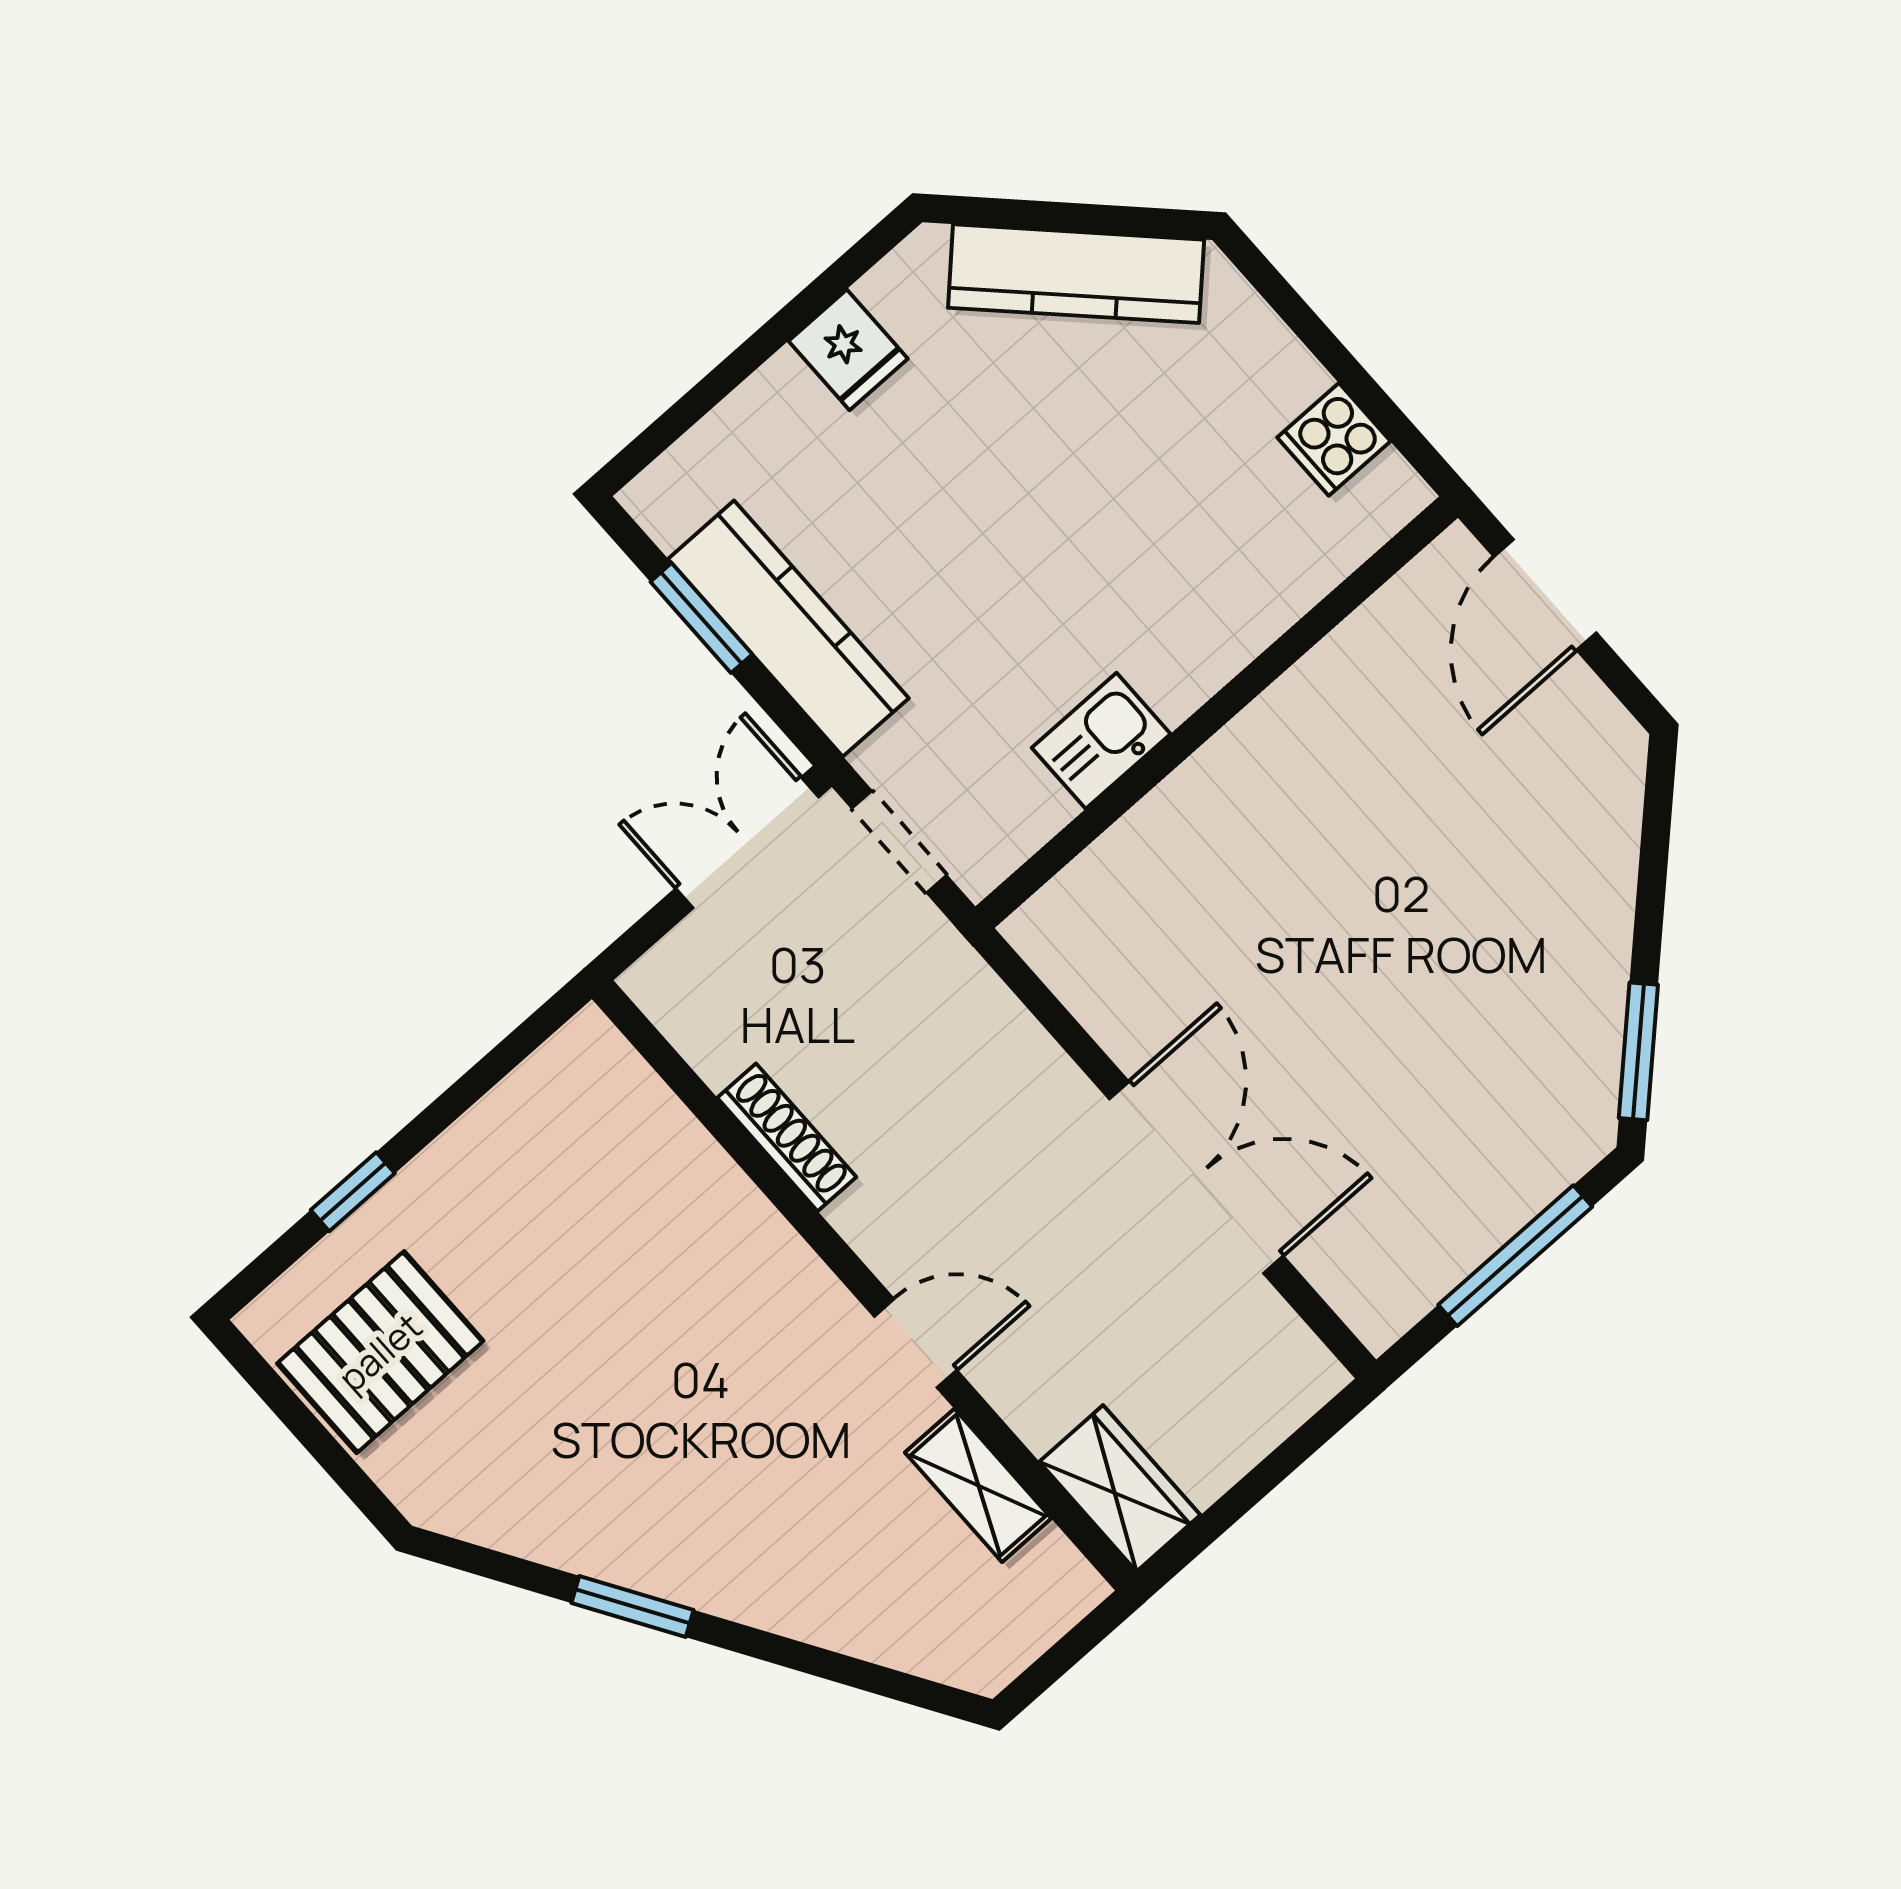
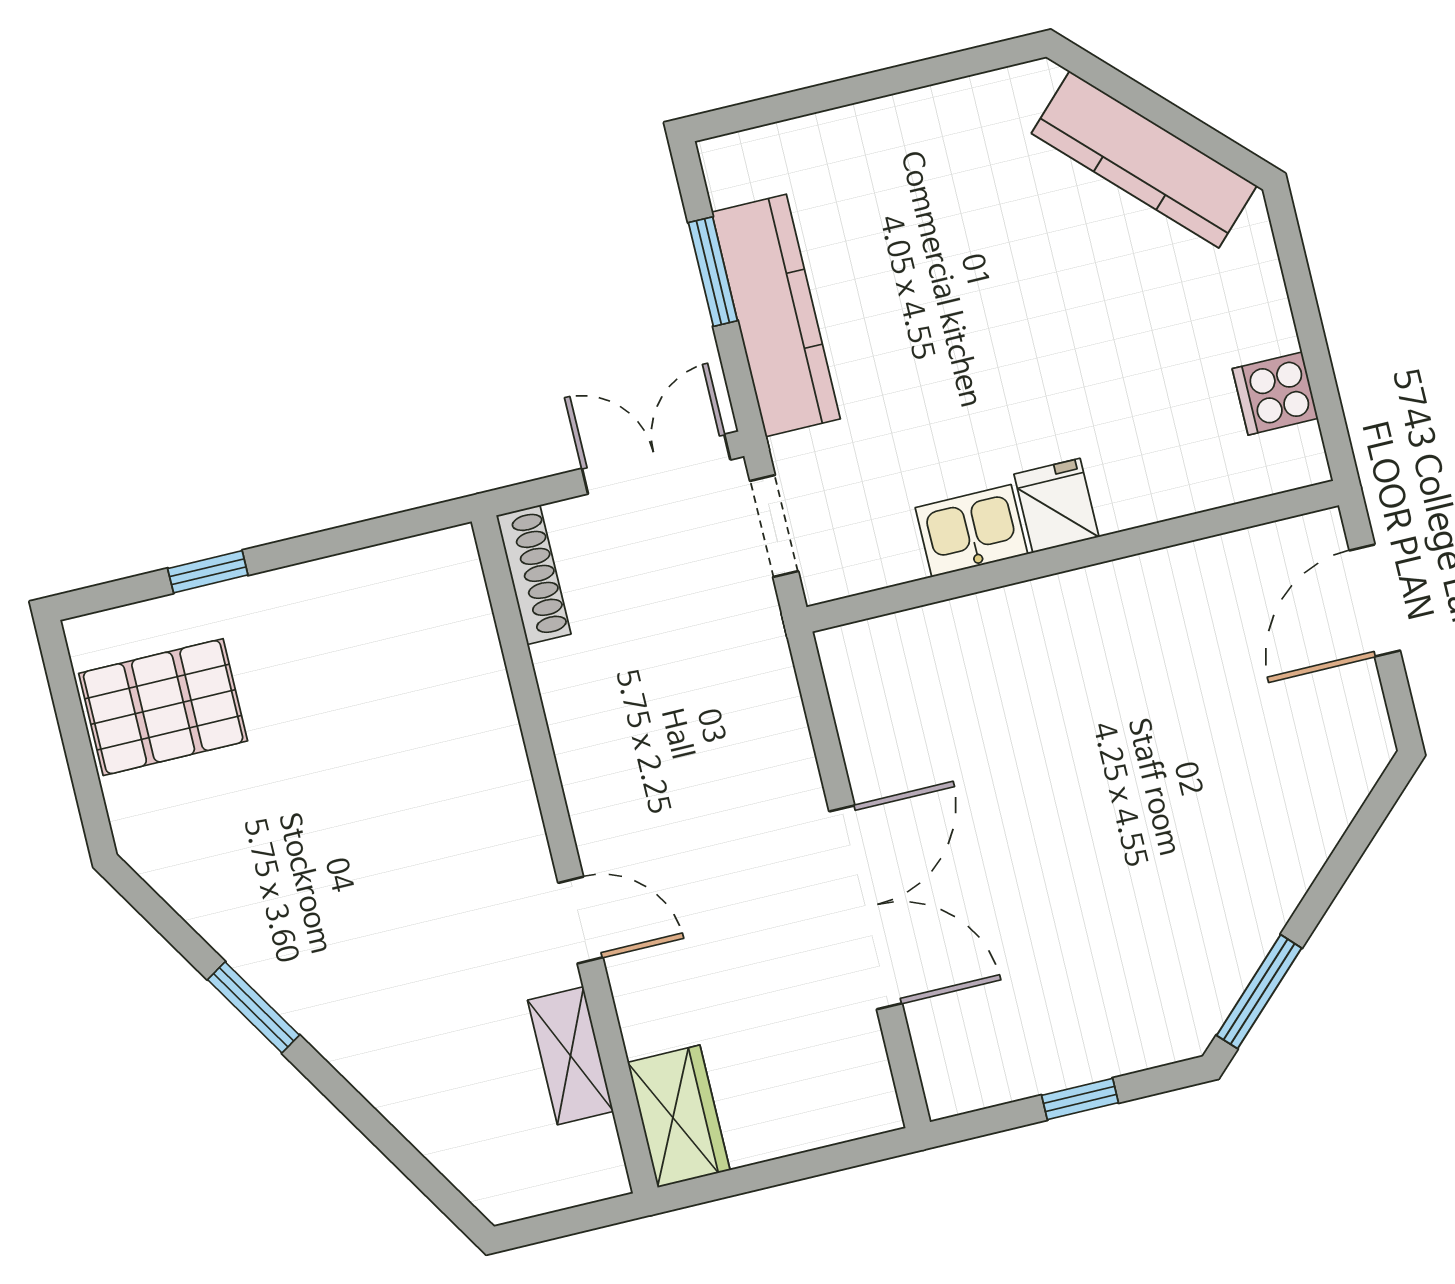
fridge: (848, 350) -> (1056, 506), moved, turned 180
shoe rack: (787, 1137) -> (534, 575), moved
window: (1515, 1256) -> (1080, 1099), width x0.46

